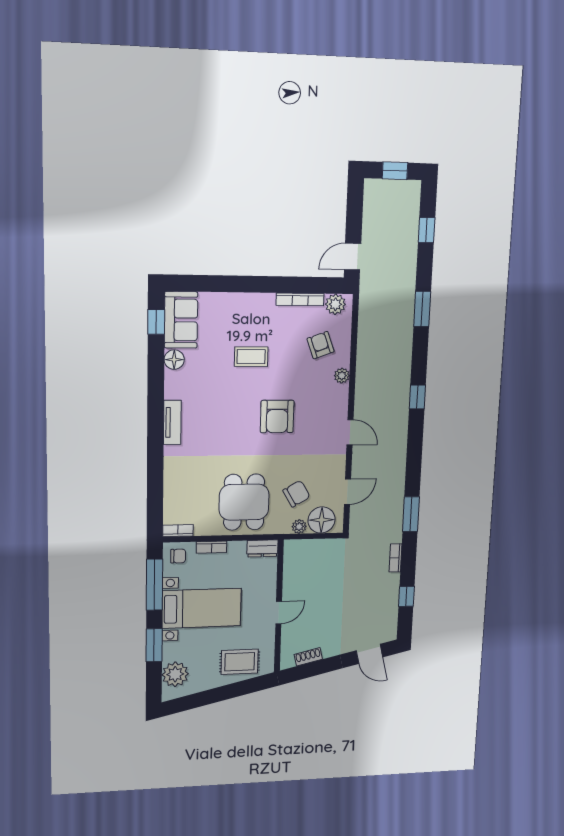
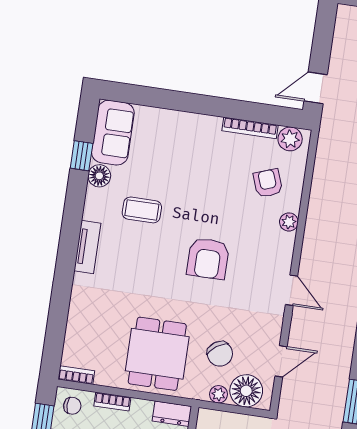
window: (156, 322) -> (82, 156), moved
coffee table: (251, 357) -> (142, 210), moved
chair: (296, 494) -> (220, 354), turned 85

